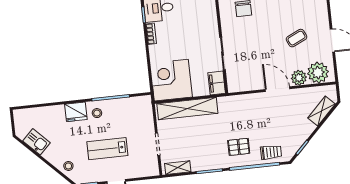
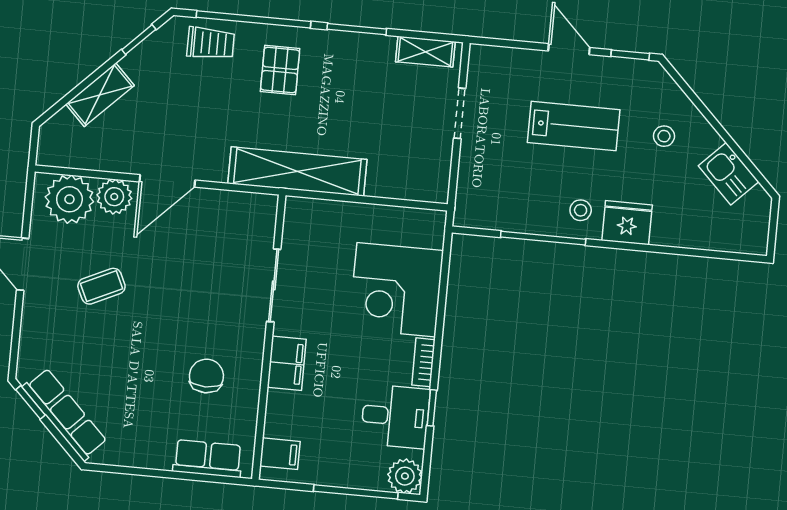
corner desk: (171, 80) -> (396, 290), moved, turned 90
filing cabinet: (217, 83) -> (287, 363), moved
door: (277, 89) -> (167, 181), hinge flipped
shelving: (187, 109) -> (297, 172), moved
shelving: (322, 111) -> (100, 95), moved
pallet: (239, 147) -> (280, 70), turned 90
trolley: (271, 152) -> (211, 43), turned 180
stool: (68, 166) -> (664, 136), moved

